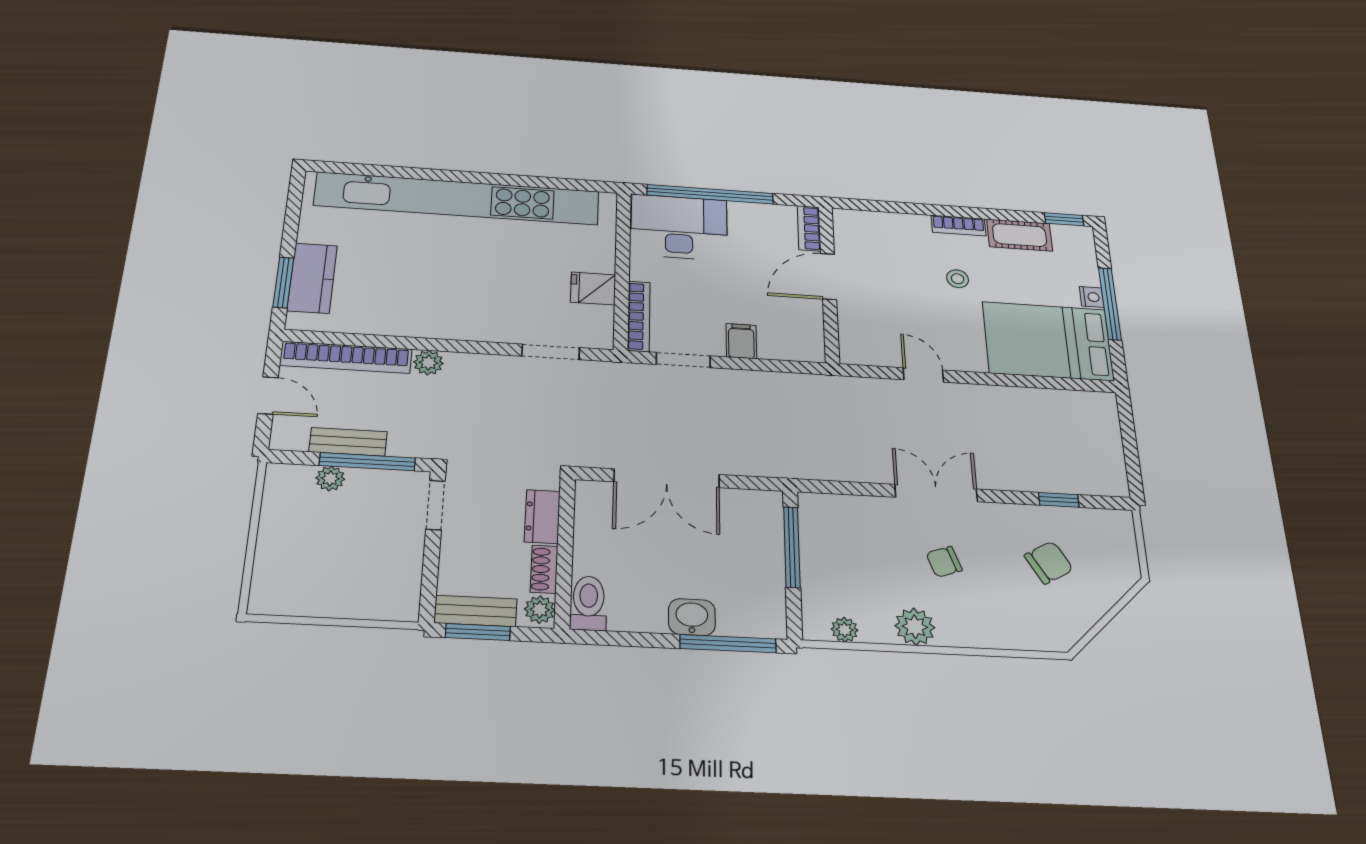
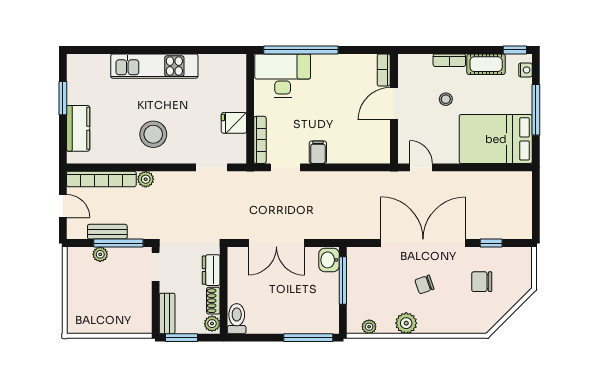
kitchen unit: (458, 198) -> (154, 66), width x0.54
bookcase: (809, 228) -> (384, 70), moved
door: (828, 276) -> (394, 104), moved
window: (283, 282) -> (63, 98), moved
wall: (829, 284) -> (394, 109), moved
stool: (448, 296) -> (153, 134), added
nightstand: (1092, 297) -> (525, 70), moved
double door: (936, 493) -> (423, 243), width x1.87
chair: (1049, 562) -> (482, 282), turned -150
bench: (476, 611) -> (167, 313), moved, turned 90
washbasin: (692, 617) -> (329, 260), moved, turned -90

